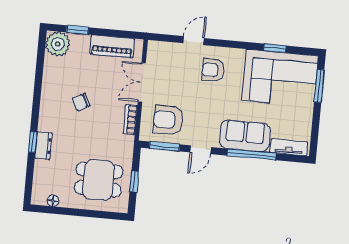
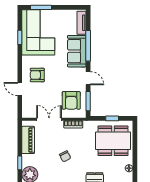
armchair: (213, 70) -> (37, 75), turned 90
double door: (142, 82) -> (49, 119), swing flipped
dining table: (99, 180) -> (113, 141), width x1.38

